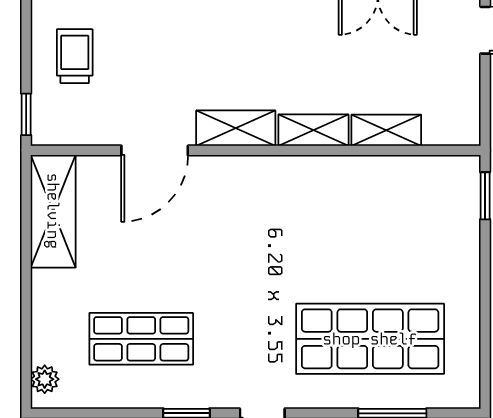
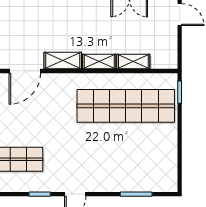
shop shelf: (370, 339) -> (126, 106), moved, width x1.40

